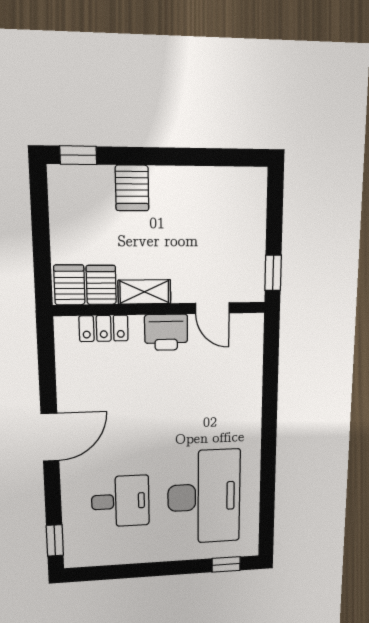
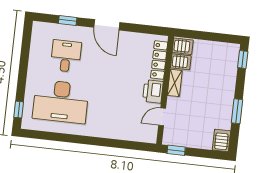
window: (186, 157) -> (237, 111), added
server rack: (132, 188) -> (221, 140), moved, turned 90
locker: (104, 328) -> (159, 60), width x1.53
desk: (120, 501) -> (66, 56), turned 180
window: (55, 540) -> (68, 20), moved

